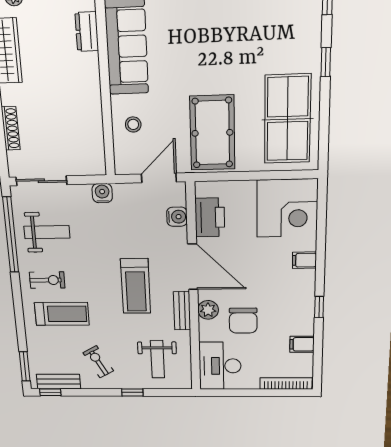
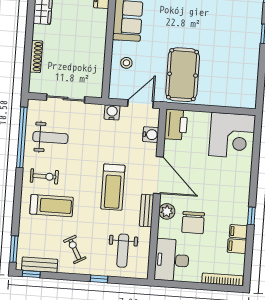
table tennis table: (288, 119) -> (236, 70), removed
sliding door: (41, 181) -> (66, 99), moved
water cooler: (102, 193) -> (112, 112), moved
printer: (210, 217) -> (176, 125), moved
filing cabinet: (304, 260) -> (238, 232), moved

